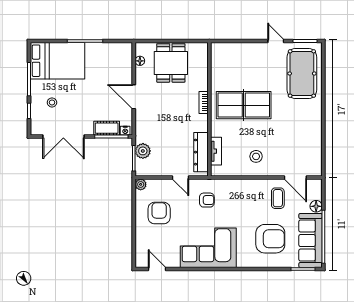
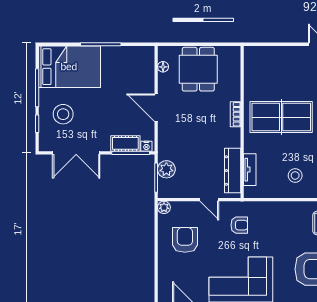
stool: (52, 102) -> (63, 114), width x1.89, depth x1.89

